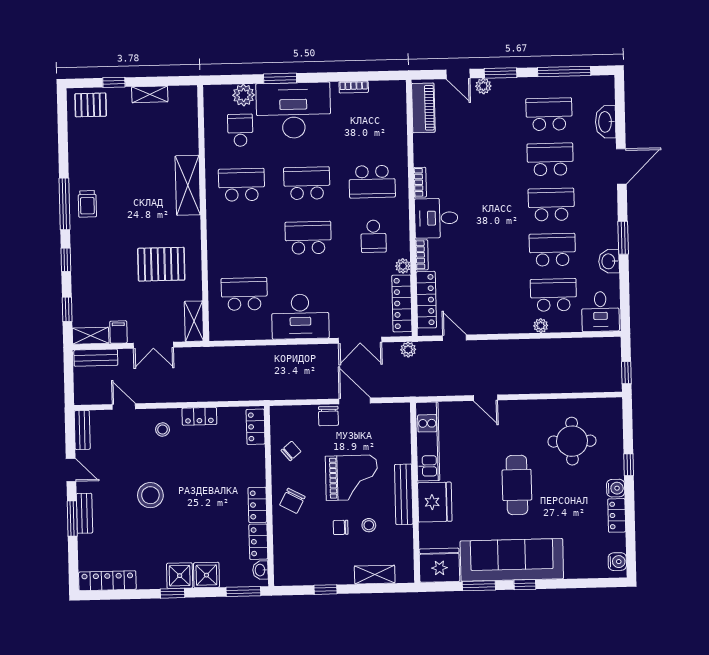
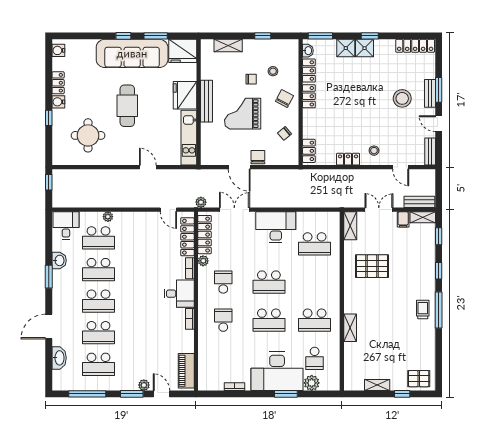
school desk: (372, 182) -> (223, 320), width x0.54
shelving: (188, 185) -> (350, 328), width x0.67, depth x0.75
stool: (150, 495) -> (402, 98), moved
stool: (369, 525) -> (273, 71), moved

